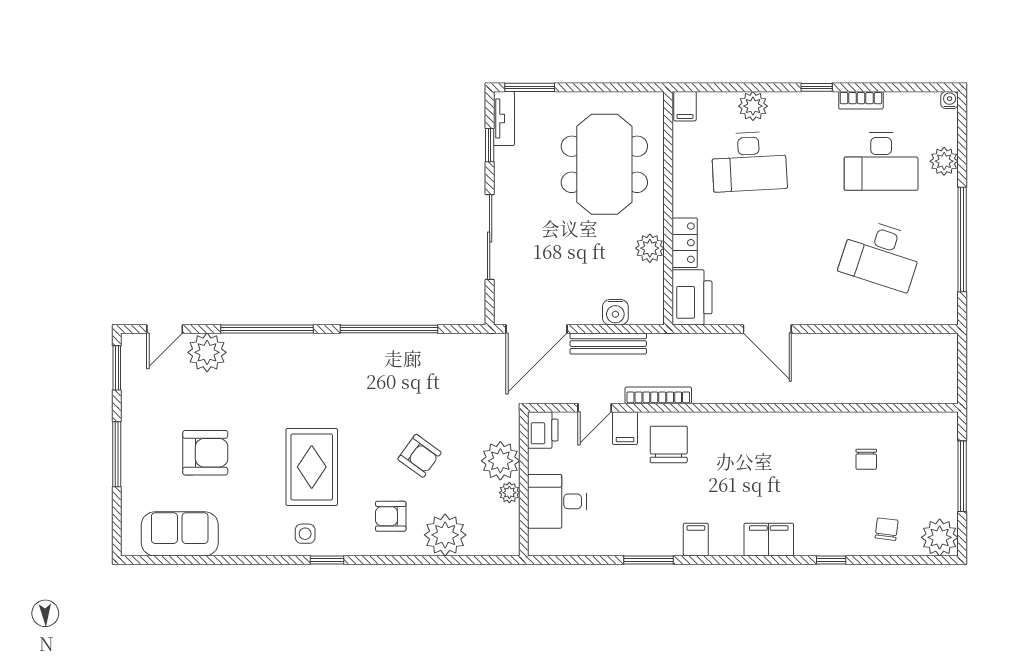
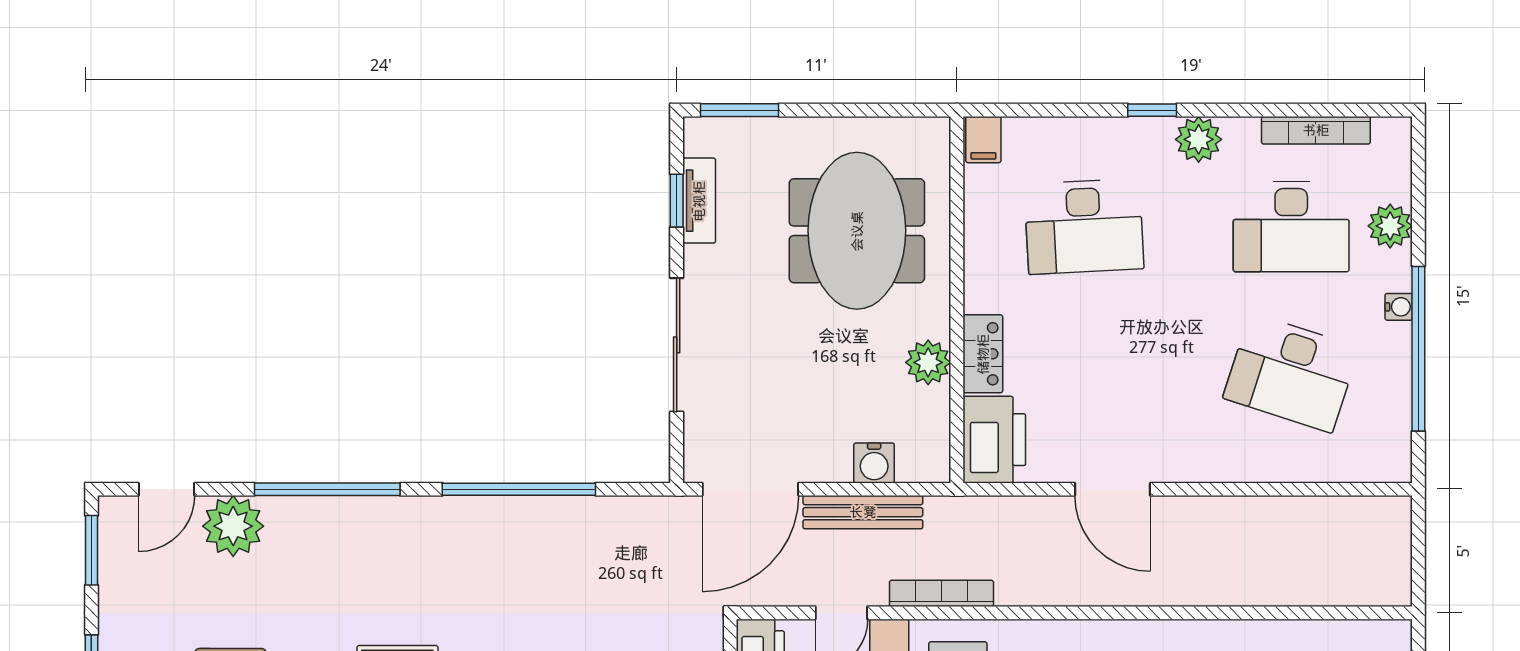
window: (817, 87) -> (1152, 110), moved
bookcase: (861, 100) -> (1316, 130), moved, width x1.56
water cooler: (950, 100) -> (1399, 307), moved, turned 90
plant: (753, 106) -> (1199, 139), moved
tv unit: (504, 119) -> (699, 201), moved

